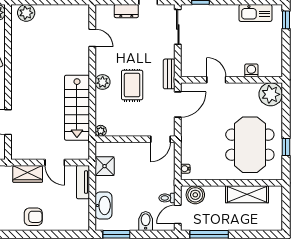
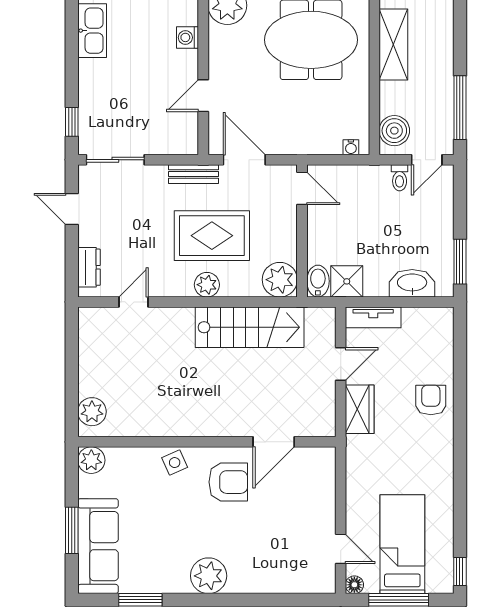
dresser: (126, 11) -> (89, 267), moved
rug: (132, 85) -> (212, 236), width x1.36, depth x1.43
plant: (101, 131) -> (280, 280), width x1.88, depth x1.88
door: (178, 214) -> (427, 160), hinge flipped
bidet: (146, 221) -> (318, 281), moved, turned 90

